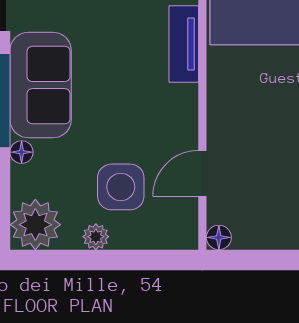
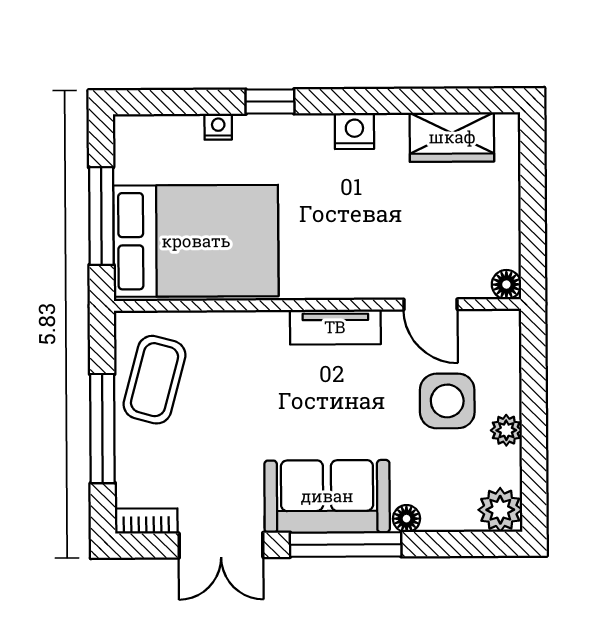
tv unit: (184, 44) -> (335, 327), moved
plant: (35, 225) -> (500, 510), width x0.73, depth x0.73

